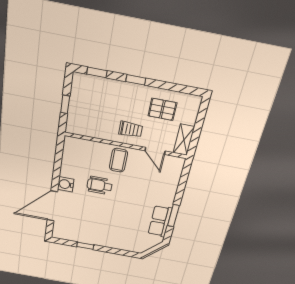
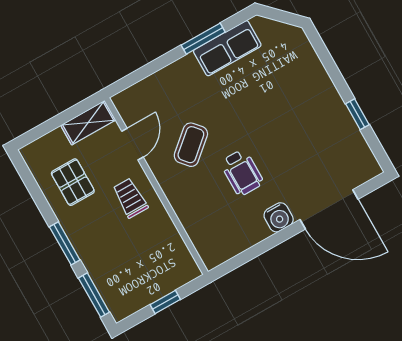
window: (97, 72) -> (94, 295), width x1.50
window: (136, 80) -> (65, 243), width x1.50
coffee table: (118, 160) -> (191, 145), moved, turned -41

